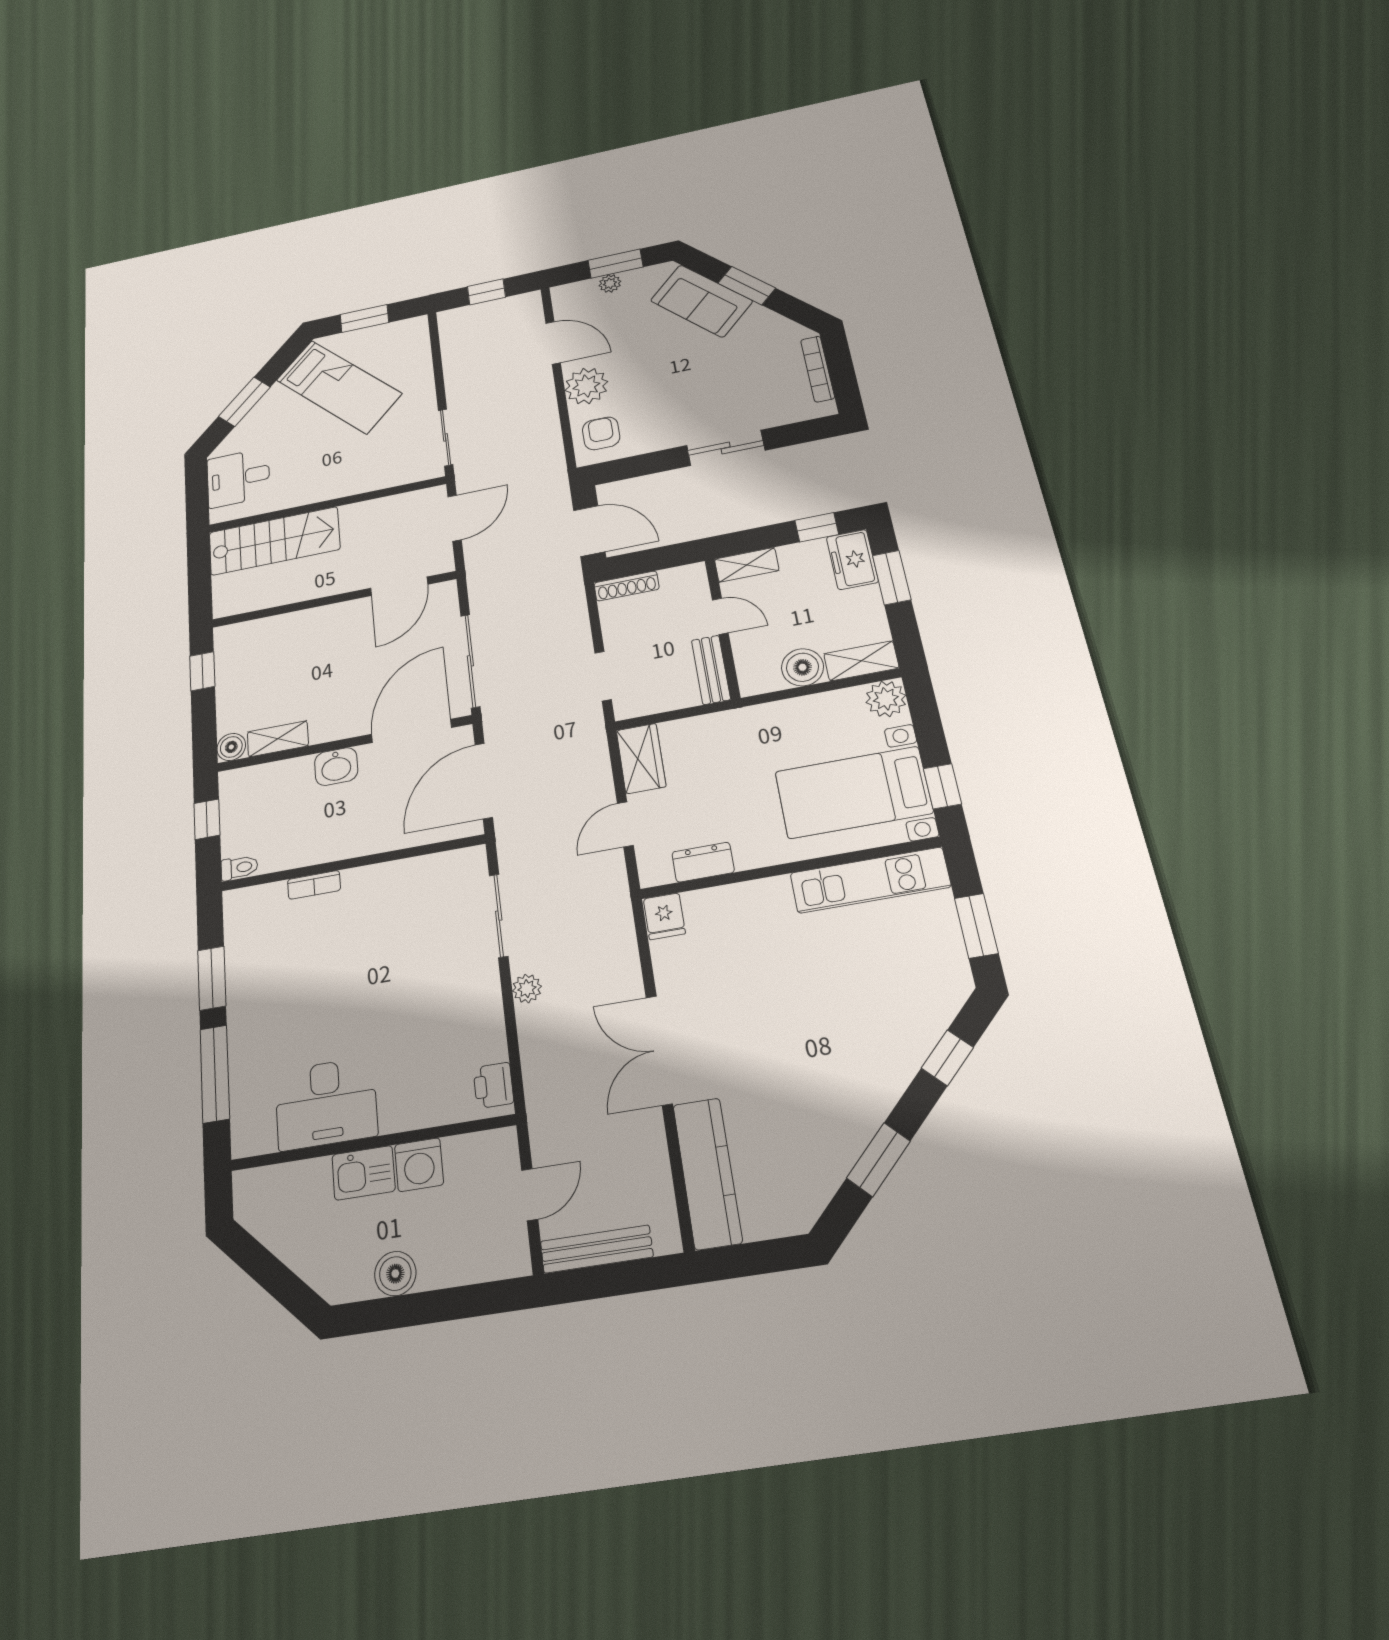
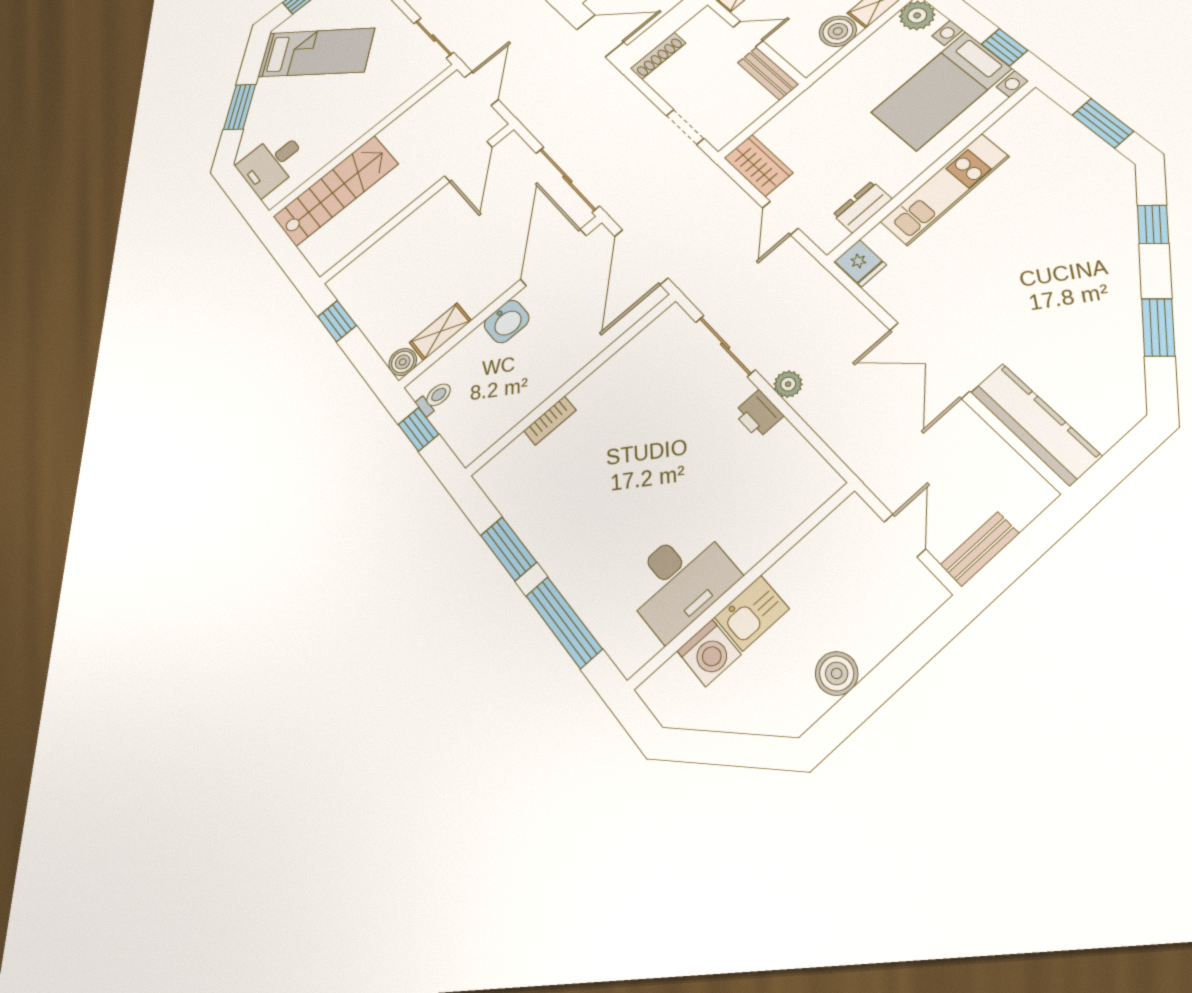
toilet: (239, 868) -> (435, 398), moved
kitchen unit: (870, 880) -> (945, 189), moved
printer: (493, 1085) -> (758, 414), moved
washing machine: (419, 1165) -> (709, 653), moved
bench: (597, 1249) -> (980, 549), width x0.73

